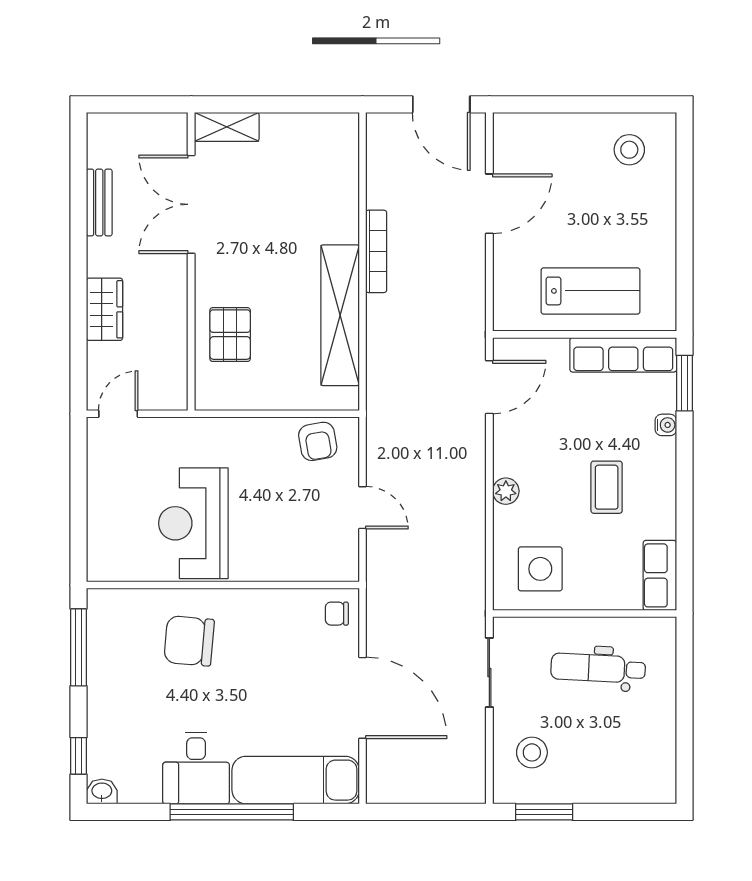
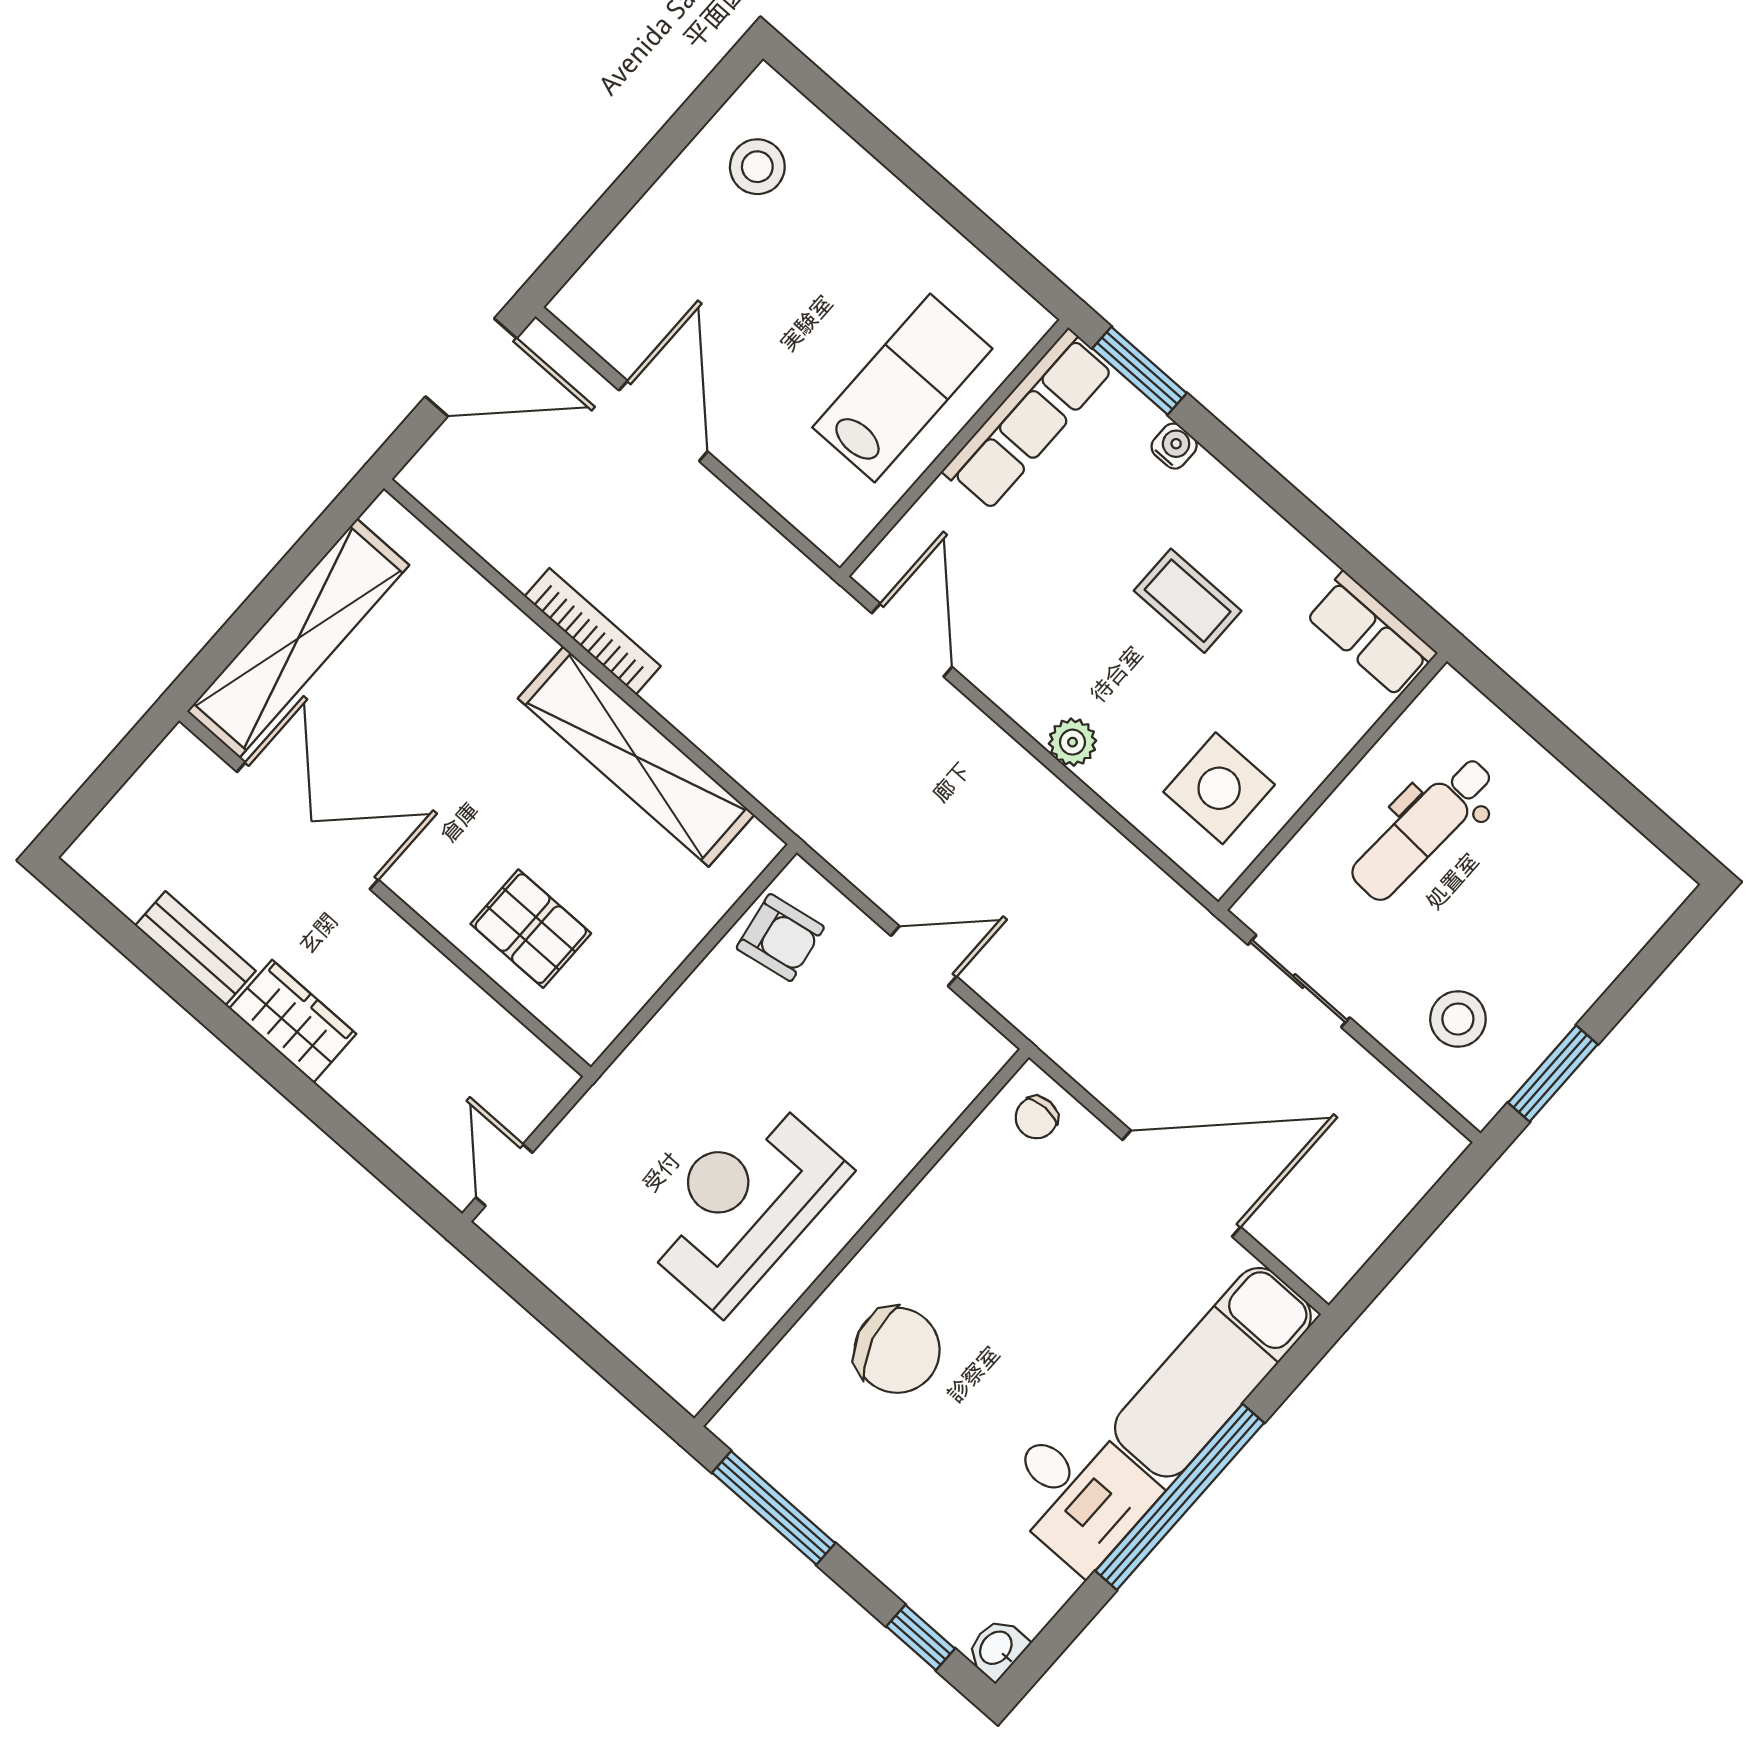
shelving: (227, 127) -> (298, 638), width x2.20, depth x1.33
double door: (191, 204) -> (308, 826), swing flipped
wardrobe: (105, 309) -> (293, 1021), moved
reception desk: (193, 523) -> (743, 1204), turned 90
chair: (189, 641) -> (897, 1350), turned -111

